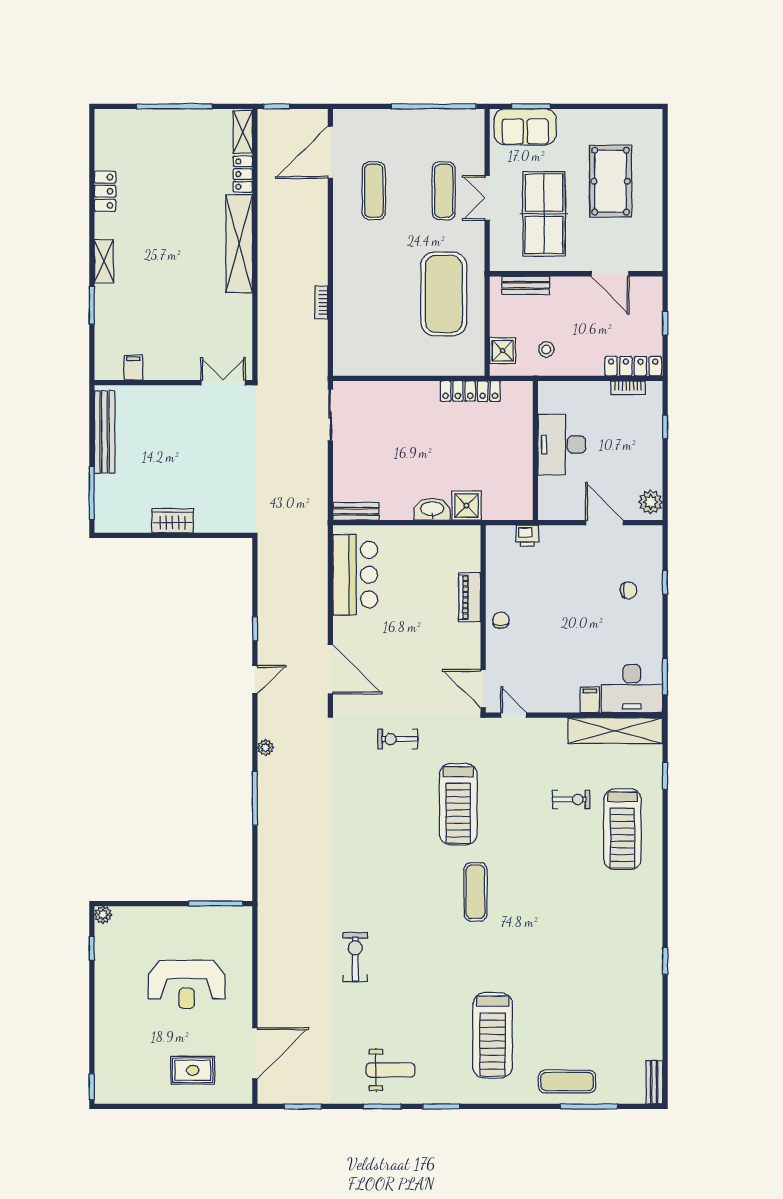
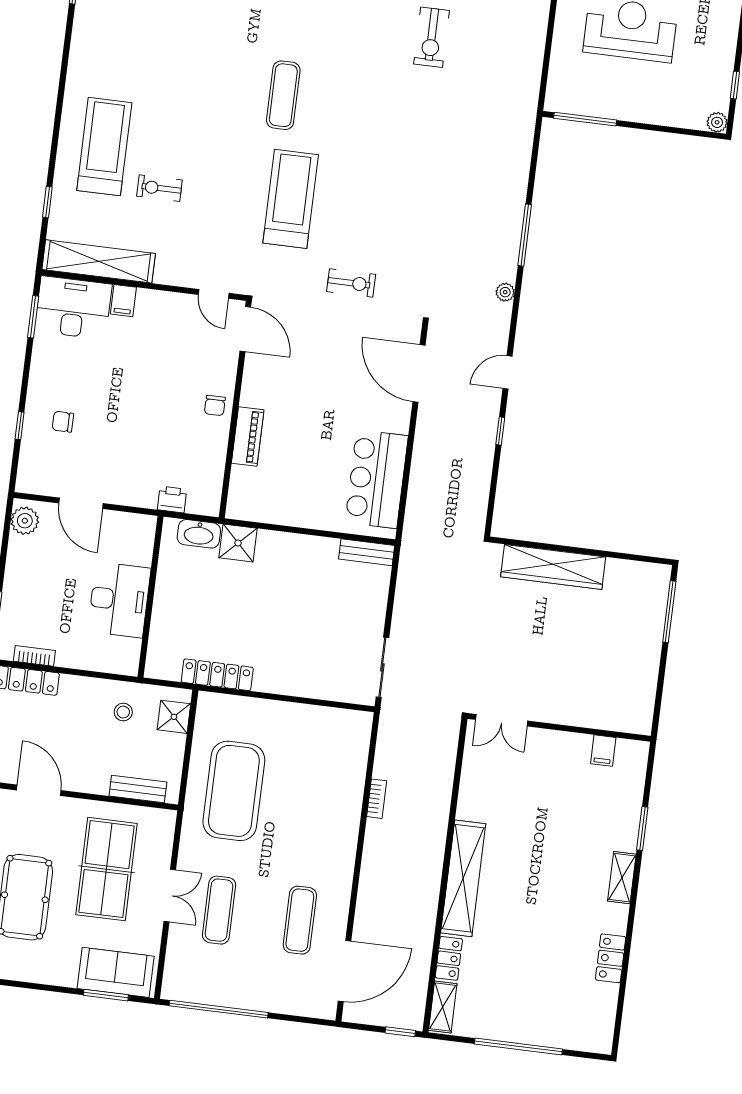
bench: (105, 432) -> (646, 680), removed
washbasin: (432, 509) -> (199, 534), moved
wardrobe: (173, 521) -> (553, 567), width x2.10, depth x1.17

